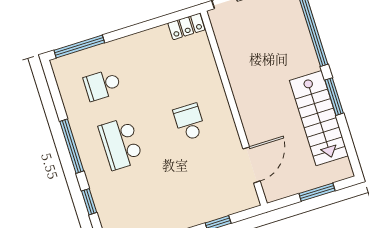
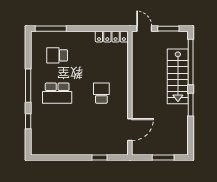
locker: (186, 26) -> (111, 37), width x1.53
stairs: (319, 118) -> (178, 76), moved
school desk: (121, 144) -> (57, 93), turned -90

